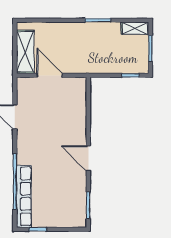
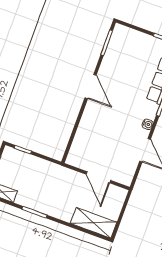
shelving: (25, 52) -> (94, 223), moved, turned 90
water cooler: (21, 142) -> (148, 124), added

